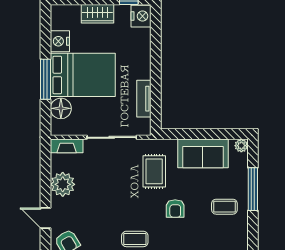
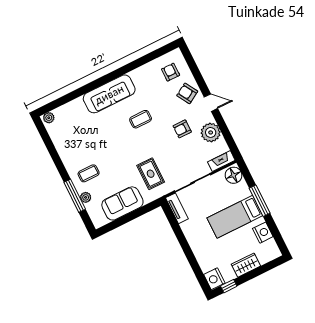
bed: (83, 75) -> (235, 217), width x0.67
tv unit: (144, 99) -> (177, 208), moved
floor lamp: (61, 108) -> (234, 175), moved
plant: (241, 146) -> (86, 197), moved
armchair: (175, 209) -> (182, 129), moved, turned -90

